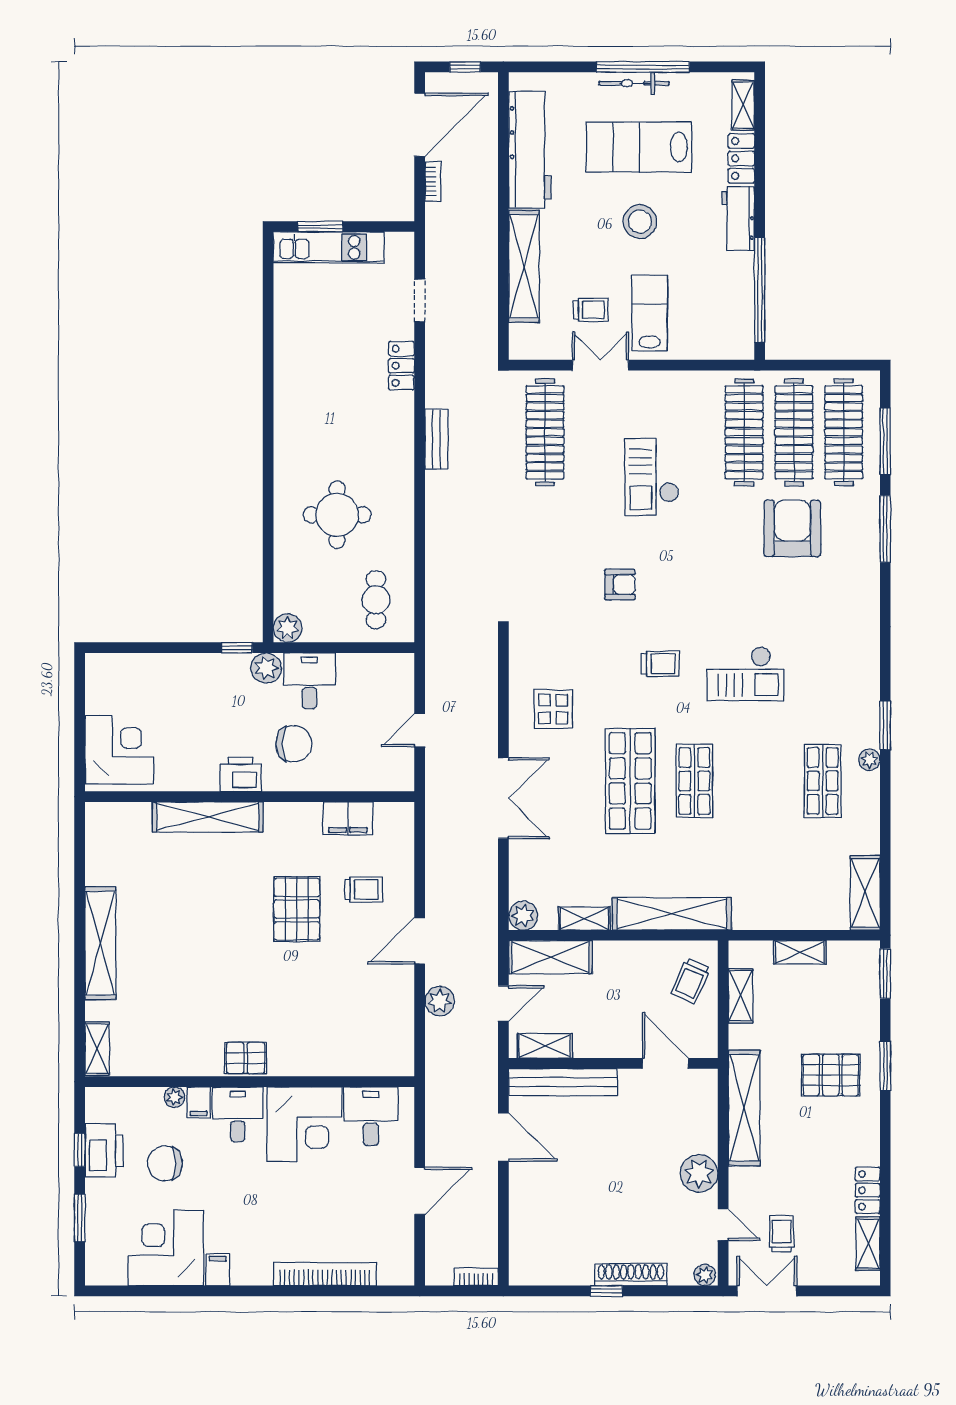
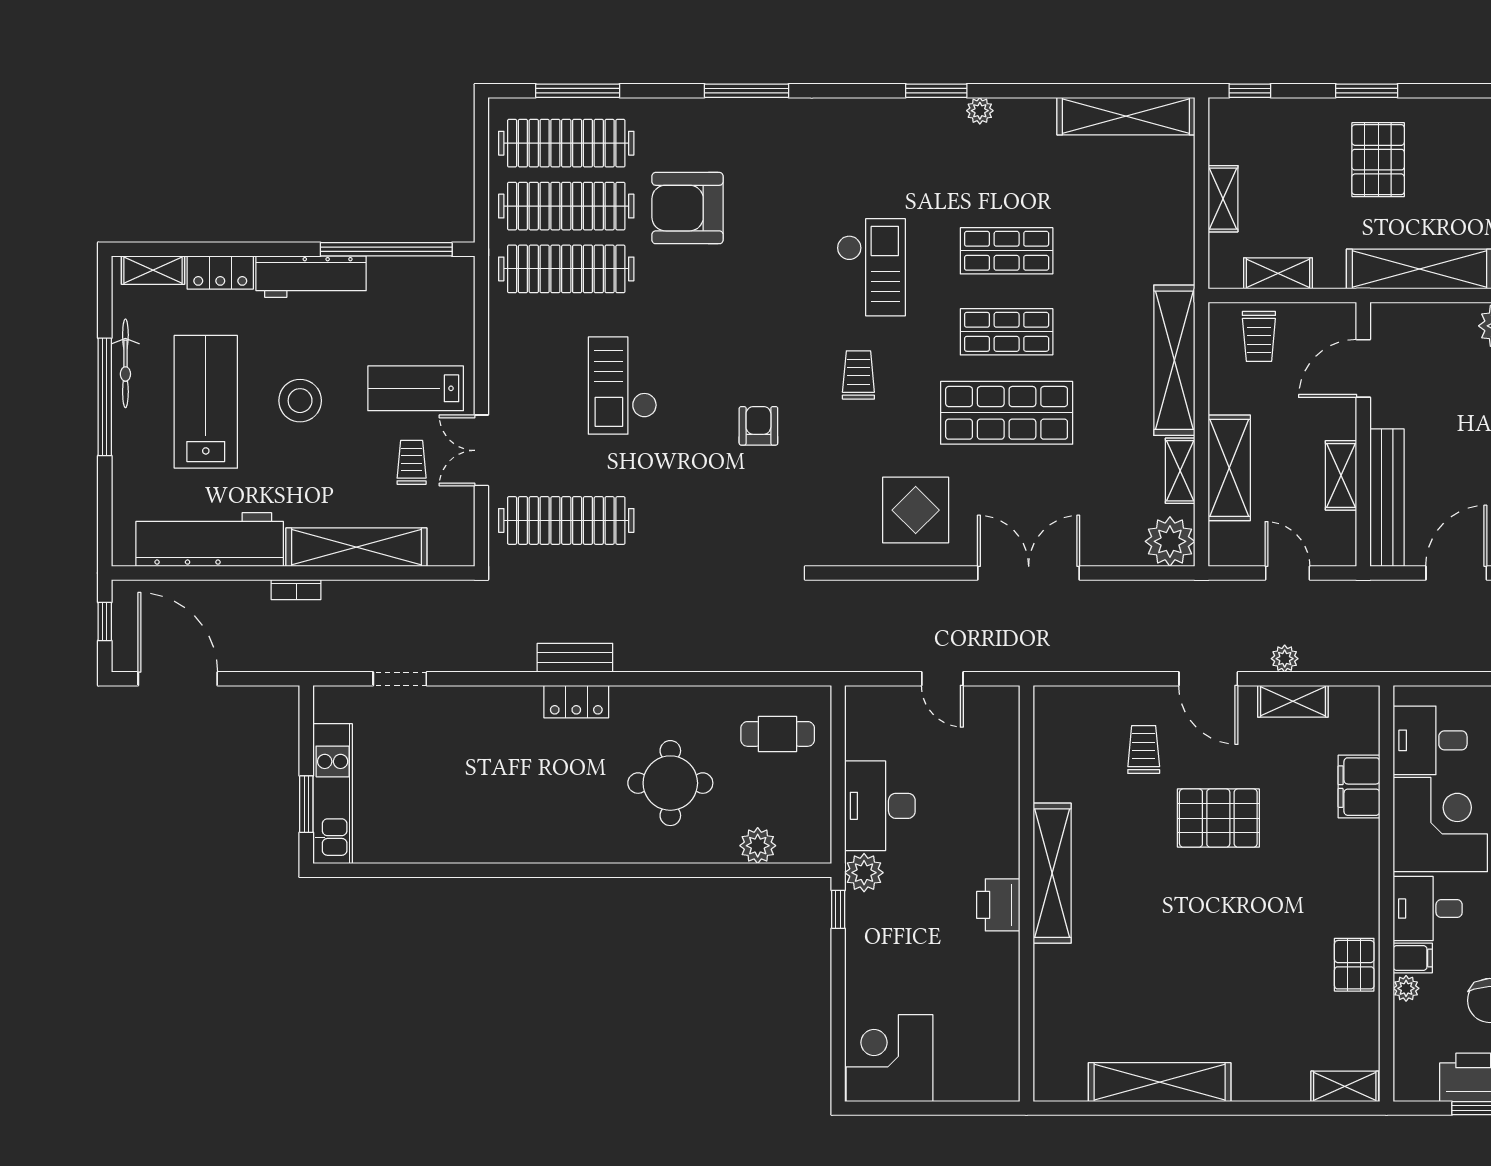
bicycle: (634, 83) -> (125, 363), moved
lab bench: (639, 147) -> (206, 402), turned 180
bookcase: (433, 181) -> (296, 590), moved, turned 180
workbench: (738, 218) -> (311, 277), width x1.38
locker: (402, 366) -> (576, 702), moved
checkout: (652, 477) -> (623, 386), turned 90
window: (885, 529) -> (747, 91), moved
plant: (288, 628) -> (758, 846), moved
desk: (309, 681) -> (880, 806), width x1.37
display table: (553, 709) -> (916, 510), width x1.36, depth x1.36
chair: (294, 744) -> (960, 838), removed
corner desk: (119, 750) -> (890, 1058), moved
shop shelf: (823, 781) -> (1007, 251), moved
shelving: (208, 817) -> (1052, 873), moved
filing cabinet: (348, 818) -> (1359, 787), moved, turned 180
shelving: (865, 893) -> (1126, 116), width x1.47
pallet: (297, 909) -> (1218, 818), moved
plant: (523, 916) -> (1170, 541), width x1.36, depth x1.36
shelving: (100, 943) -> (1160, 1082), moved
shelving: (550, 957) -> (1229, 468), moved
window: (885, 974) -> (1250, 91), width x0.67
trolley: (691, 981) -> (1259, 336), turned 66
plant: (440, 1001) -> (1285, 659), width x0.73, depth x0.73
shelving: (402, 1008) -> (1293, 701), added
shelving: (545, 1046) -> (1341, 475), moved
pallet: (246, 1058) -> (1354, 965), moved

